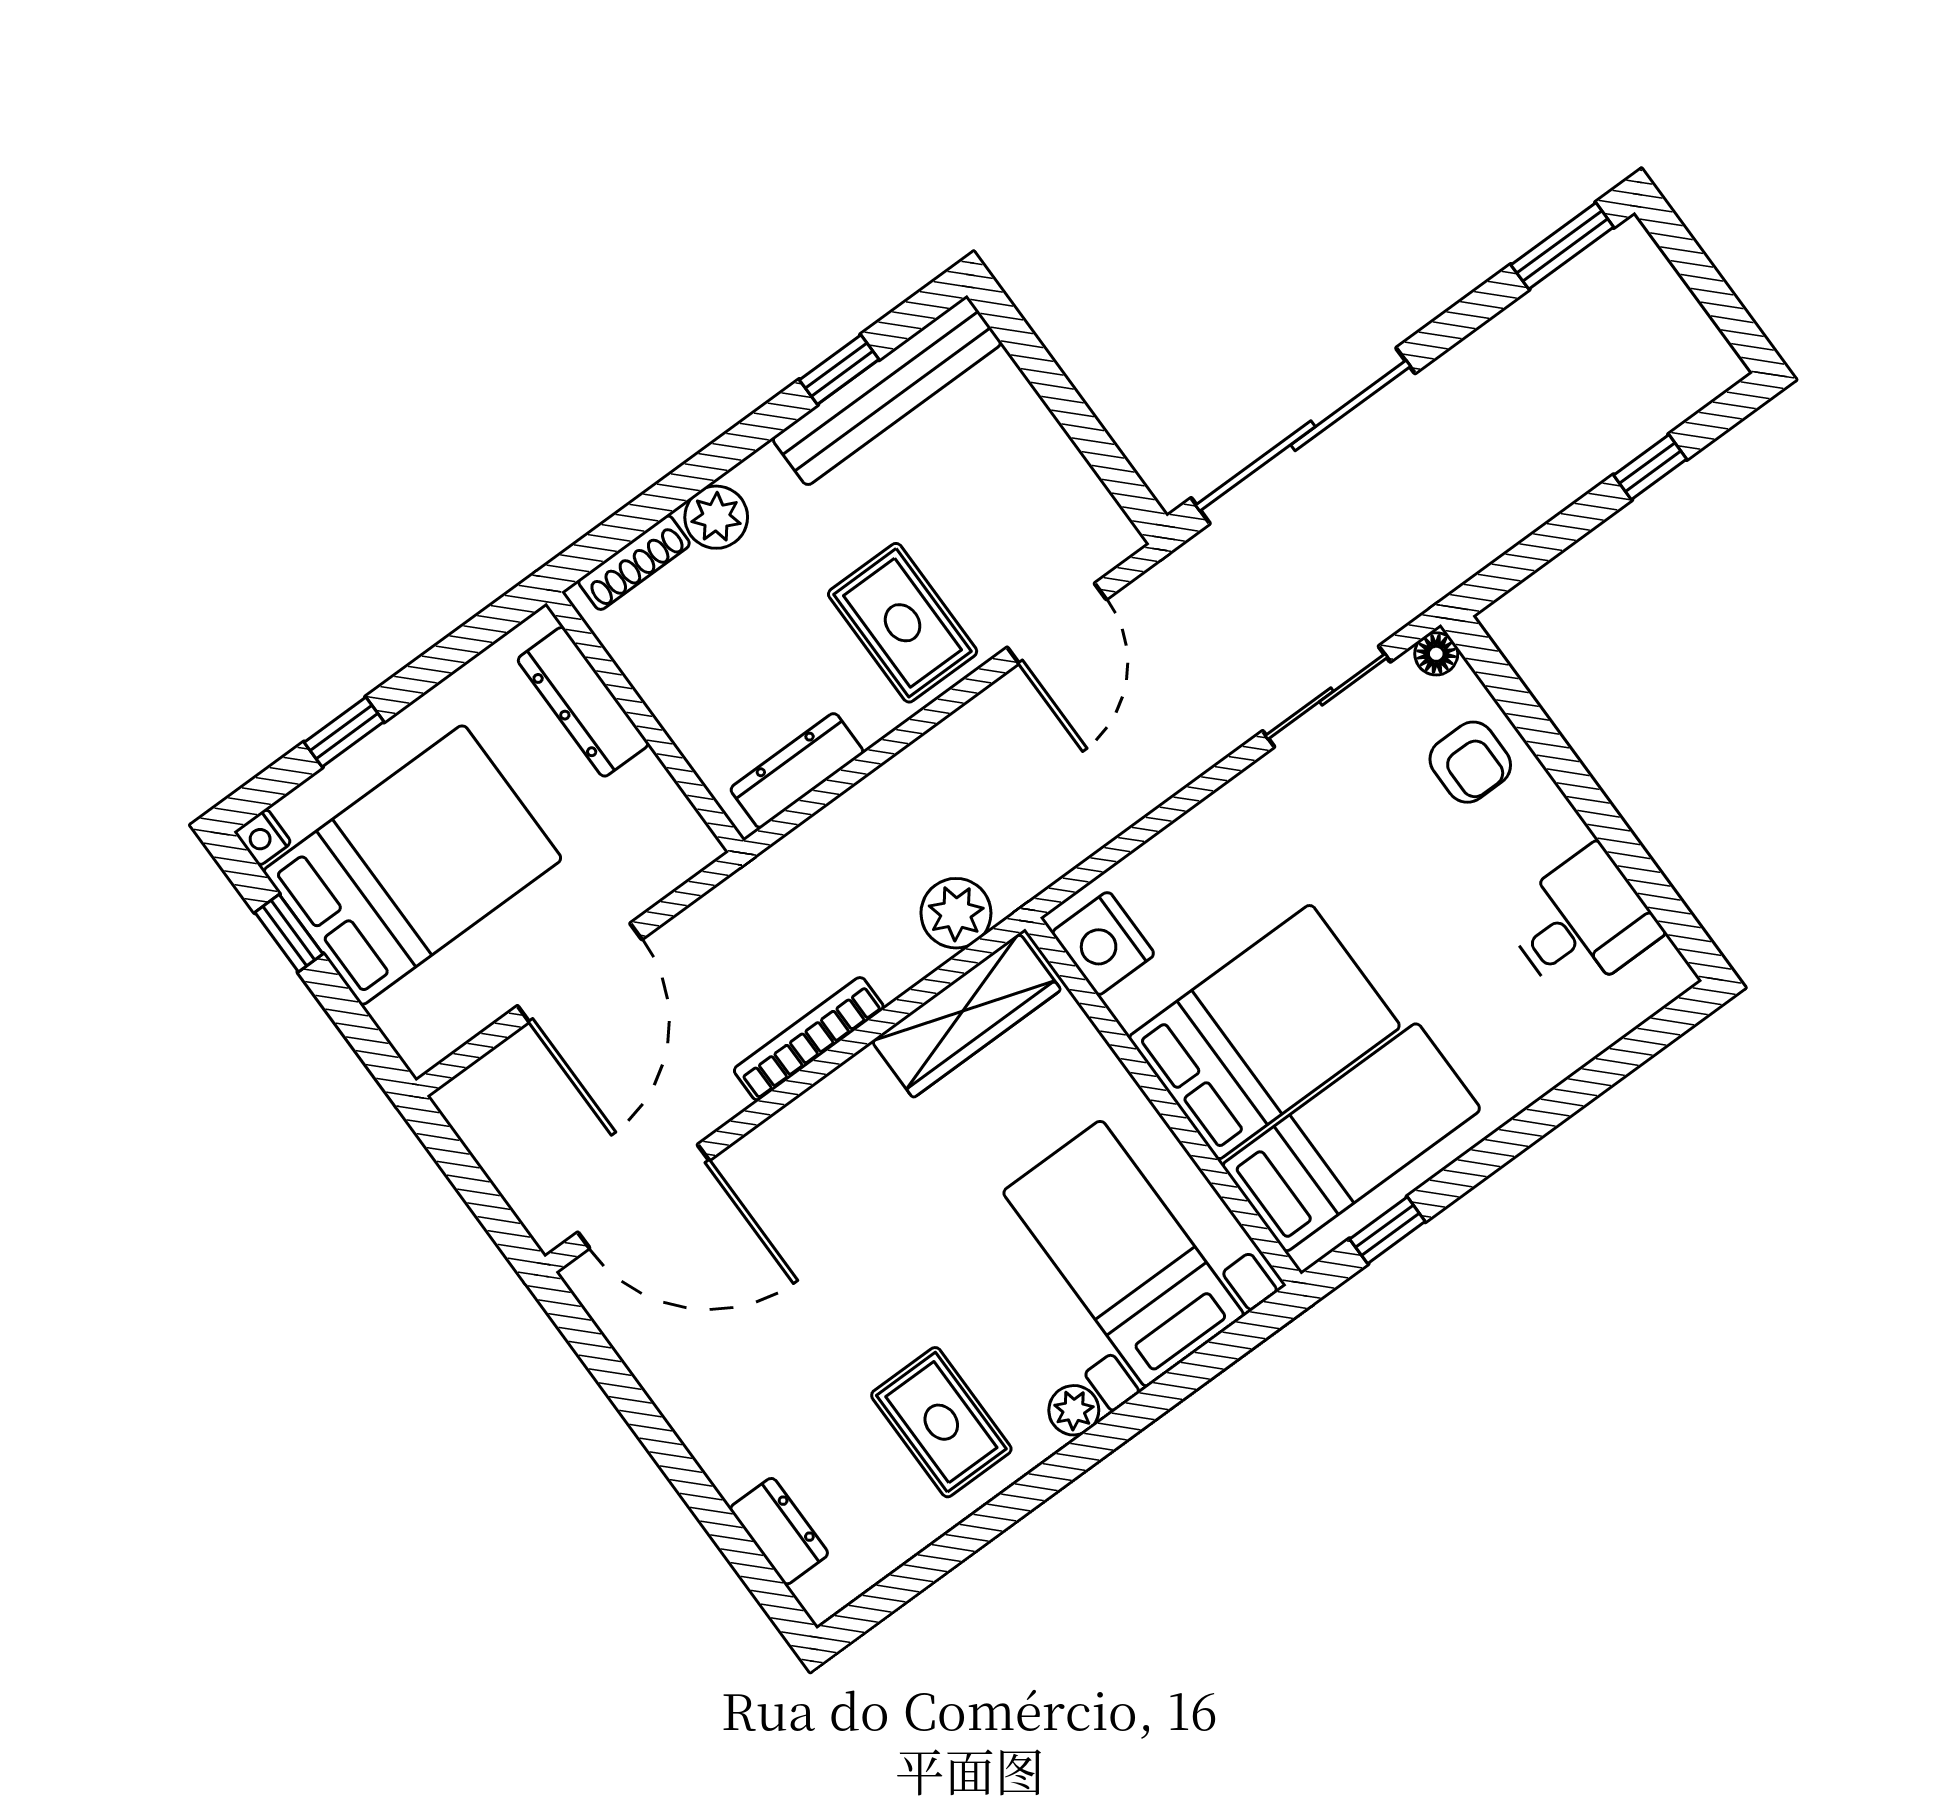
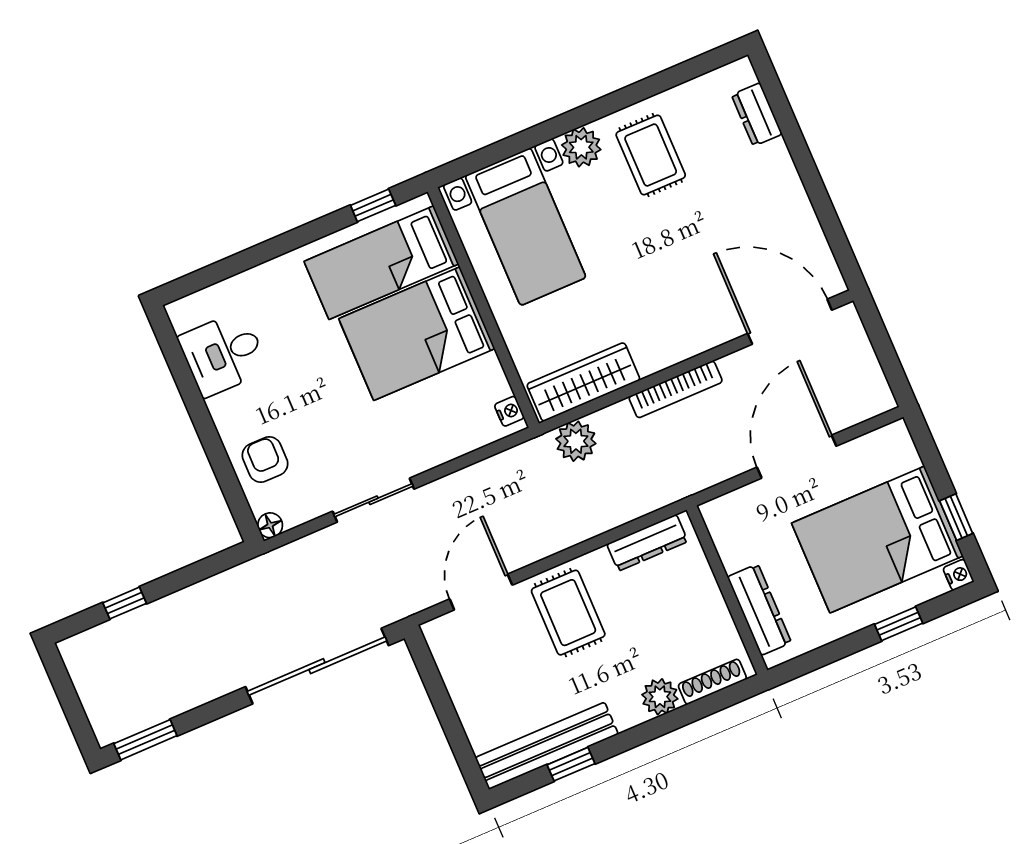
sliding door: (1326, 696) -> (373, 500), moved
nightstand: (1103, 943) -> (509, 411), width x0.53, depth x0.56
plant: (1074, 1410) -> (581, 147), width x1.38, depth x1.38

